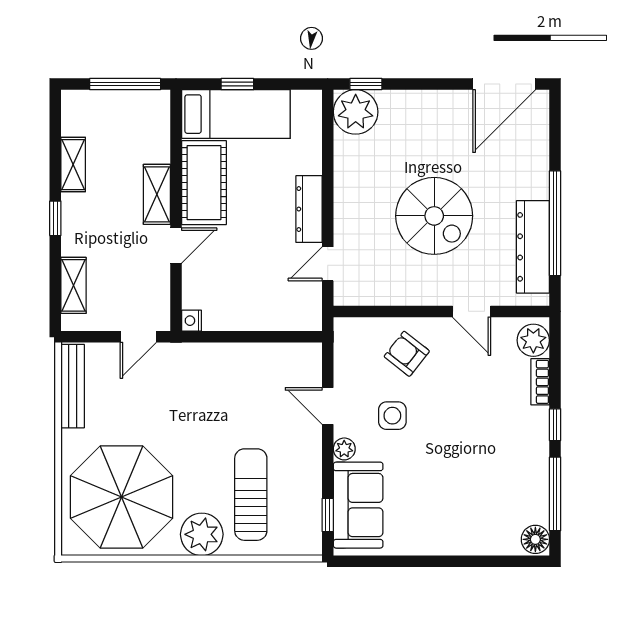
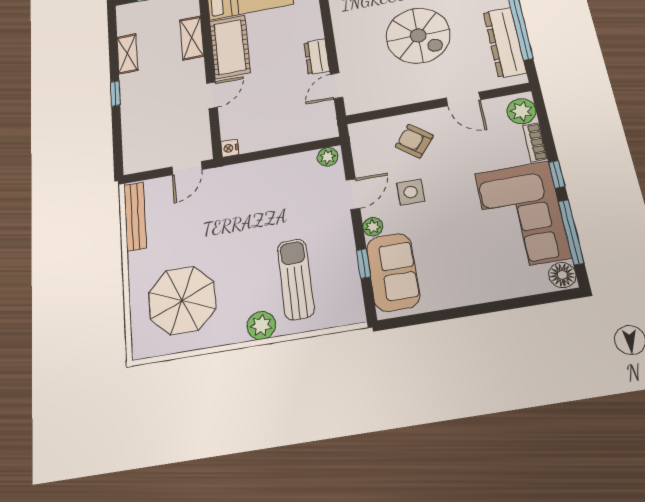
shelving: (157, 194) -> (192, 38), moved
dresser: (309, 209) -> (317, 57), width x0.70
shelving: (74, 285) -> (132, 139), removed
plant: (305, 354) -> (328, 157), added
door: (328, 406) -> (353, 194), swing flipped
corner sofa: (508, 465) -> (522, 215), added
parasol: (122, 497) -> (182, 300), width x0.73, depth x0.73
window: (328, 515) -> (363, 264), moved
plant: (202, 534) -> (261, 325), width x0.73, depth x0.73

